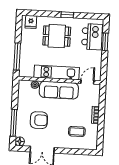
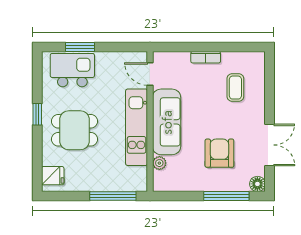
dining table: (57, 36) -> (75, 130), turned 90

